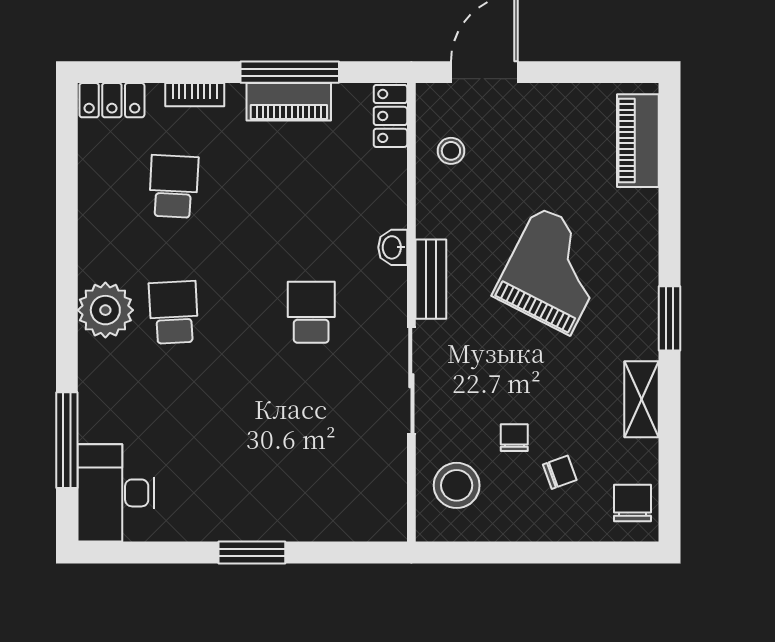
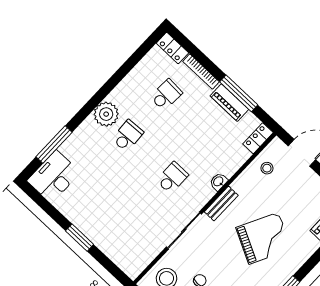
bookcase: (195, 95) -> (201, 72), width x1.56

